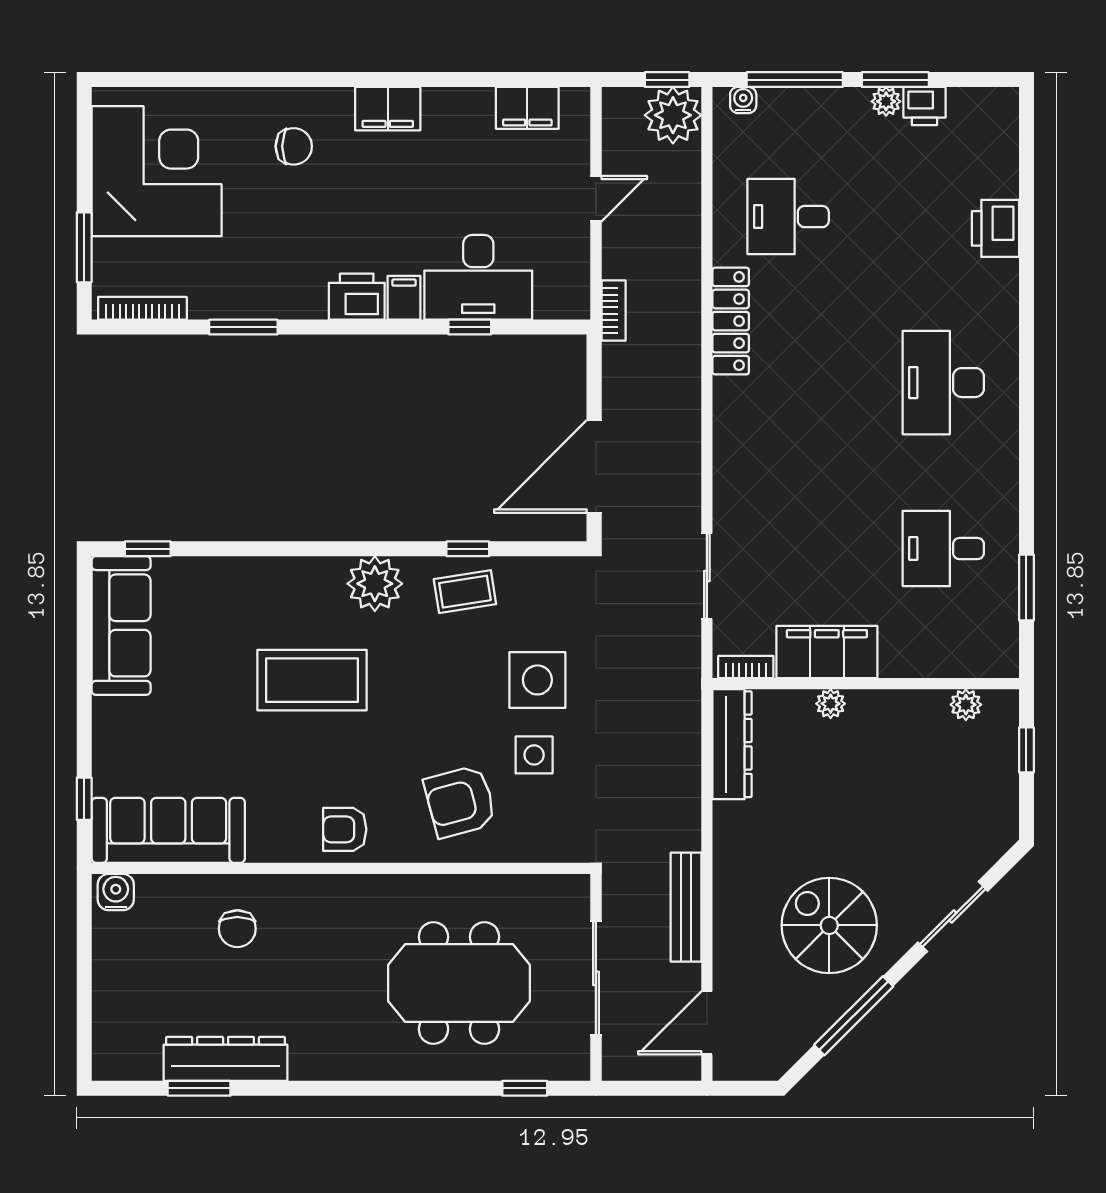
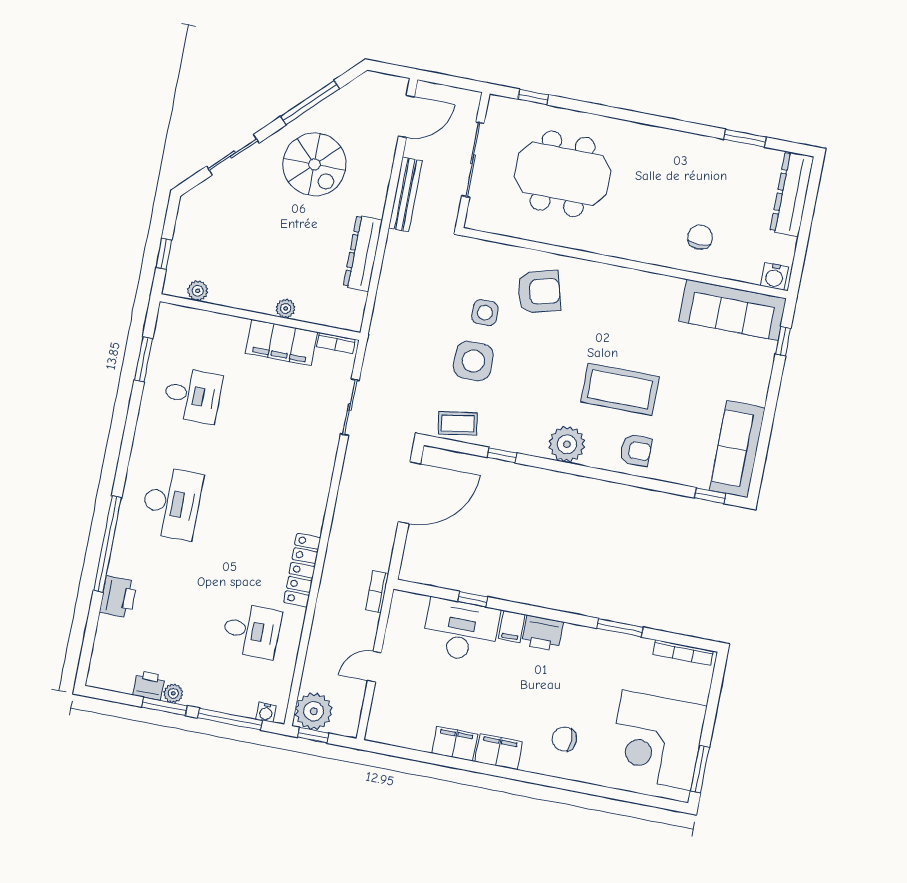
filing cabinet: (527, 108) -> (455, 744), moved
window: (84, 247) -> (700, 769), moved
window: (1026, 304) -> (107, 544), added
coffee table: (465, 592) -> (458, 423), moved
dresser: (732, 744) -> (363, 253), moved
armchair: (345, 829) -> (636, 450), moved
dresser: (226, 1059) -> (792, 194), moved, turned 90

